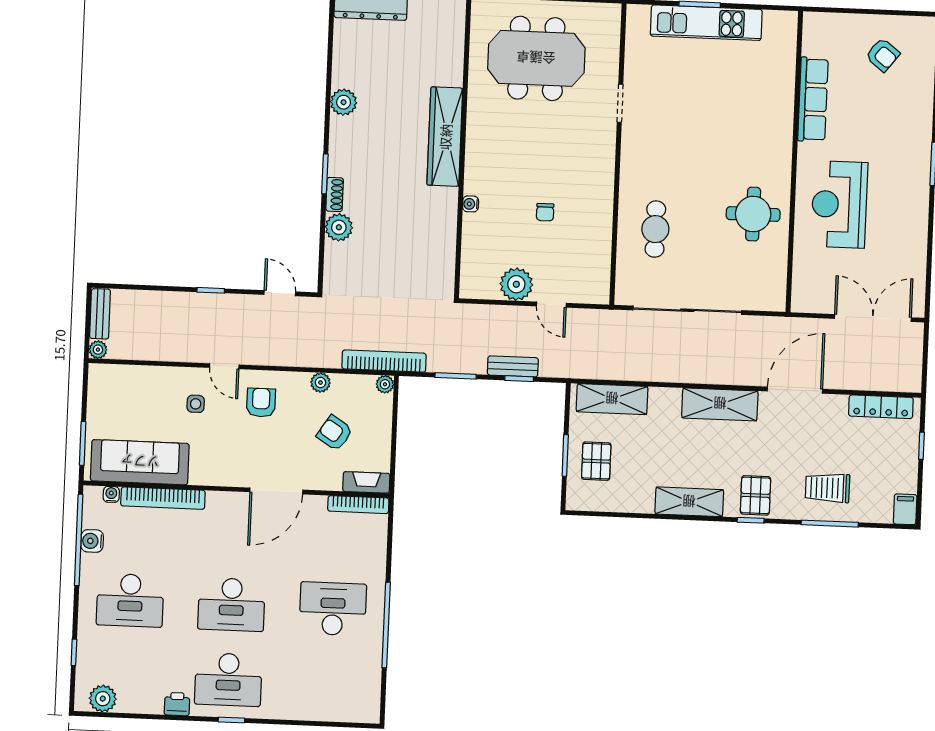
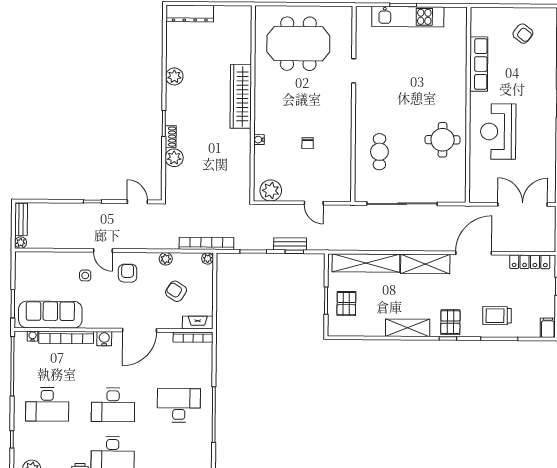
plant: (516, 284) -> (271, 191), moved
shelving: (612, 399) -> (366, 263), width x1.47
water cooler: (92, 541) -> (104, 339), moved, turned 90

